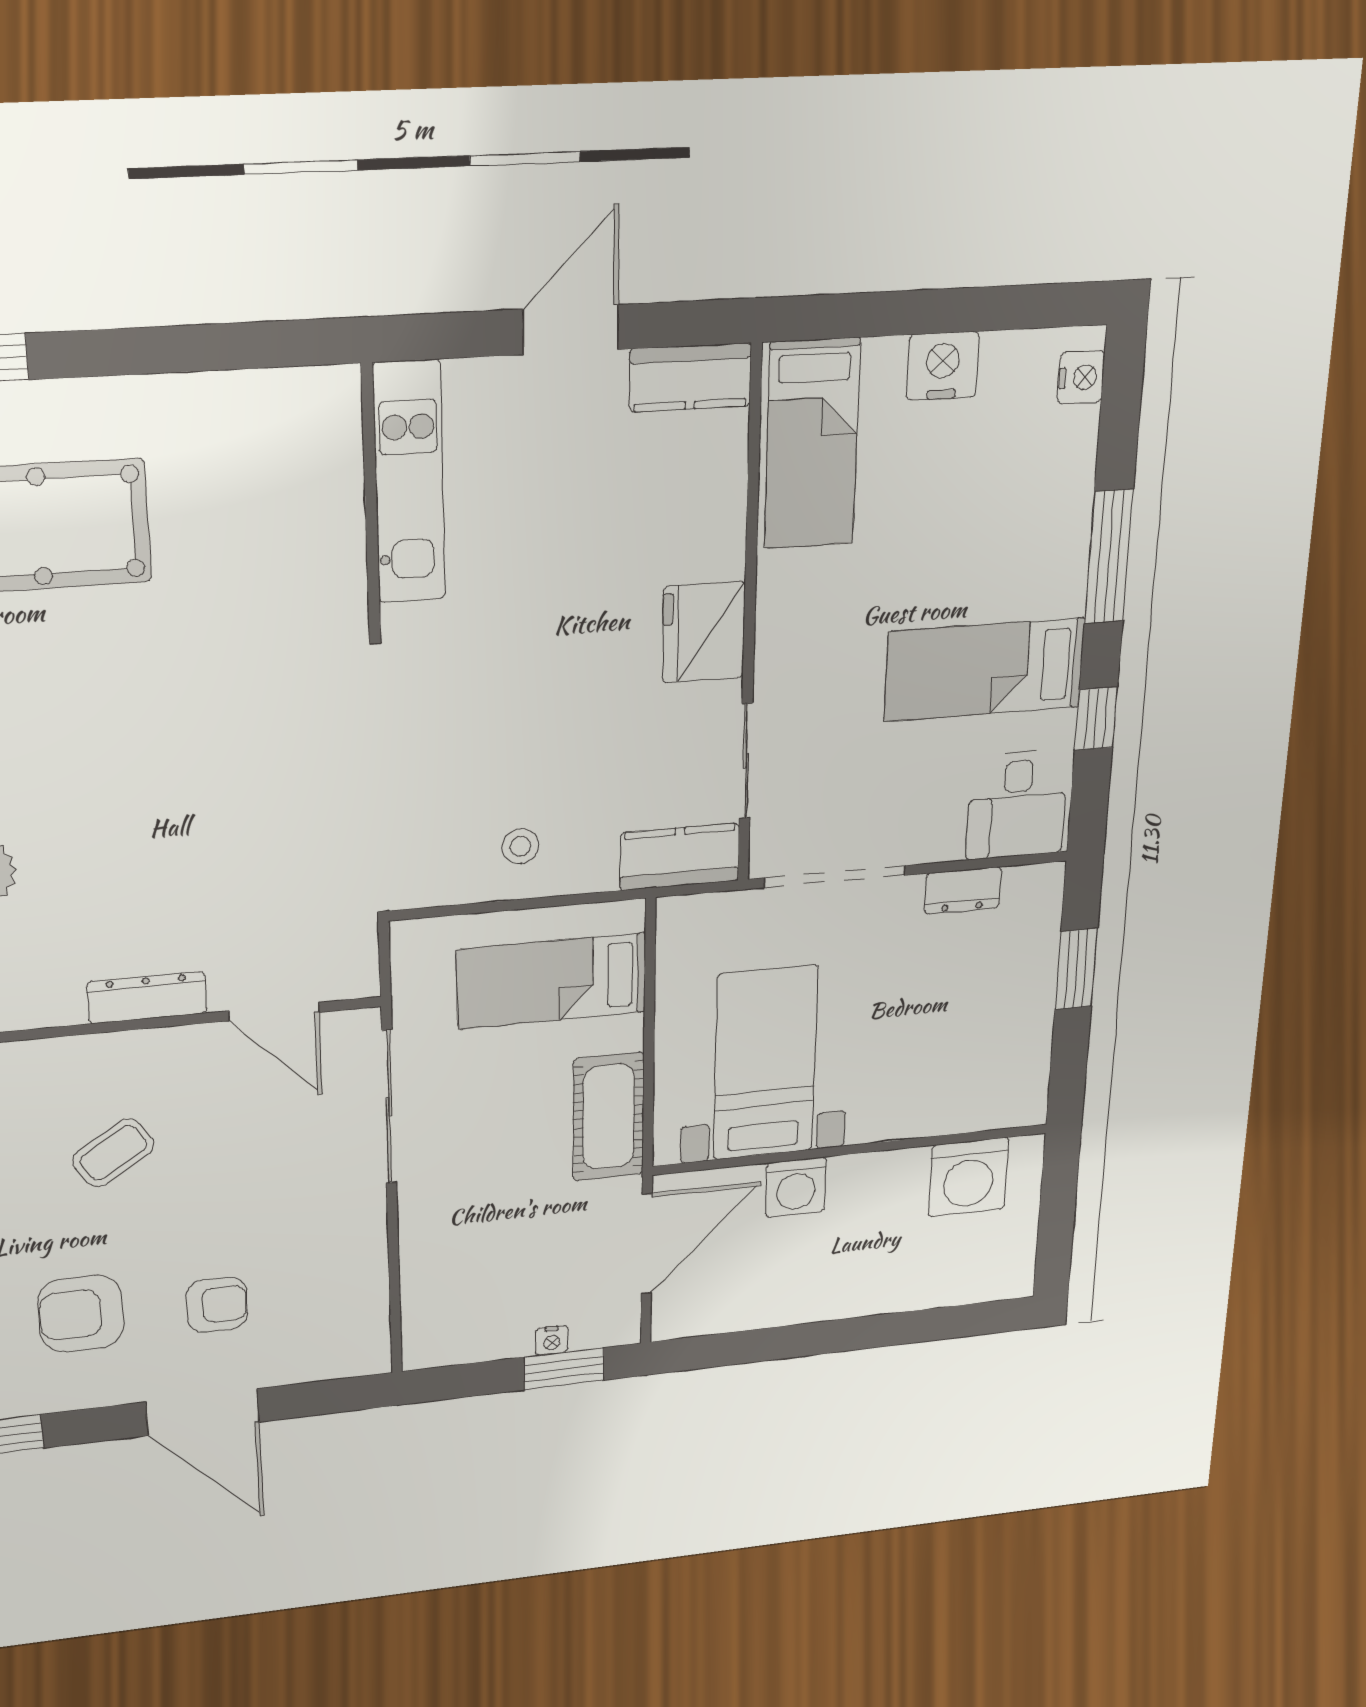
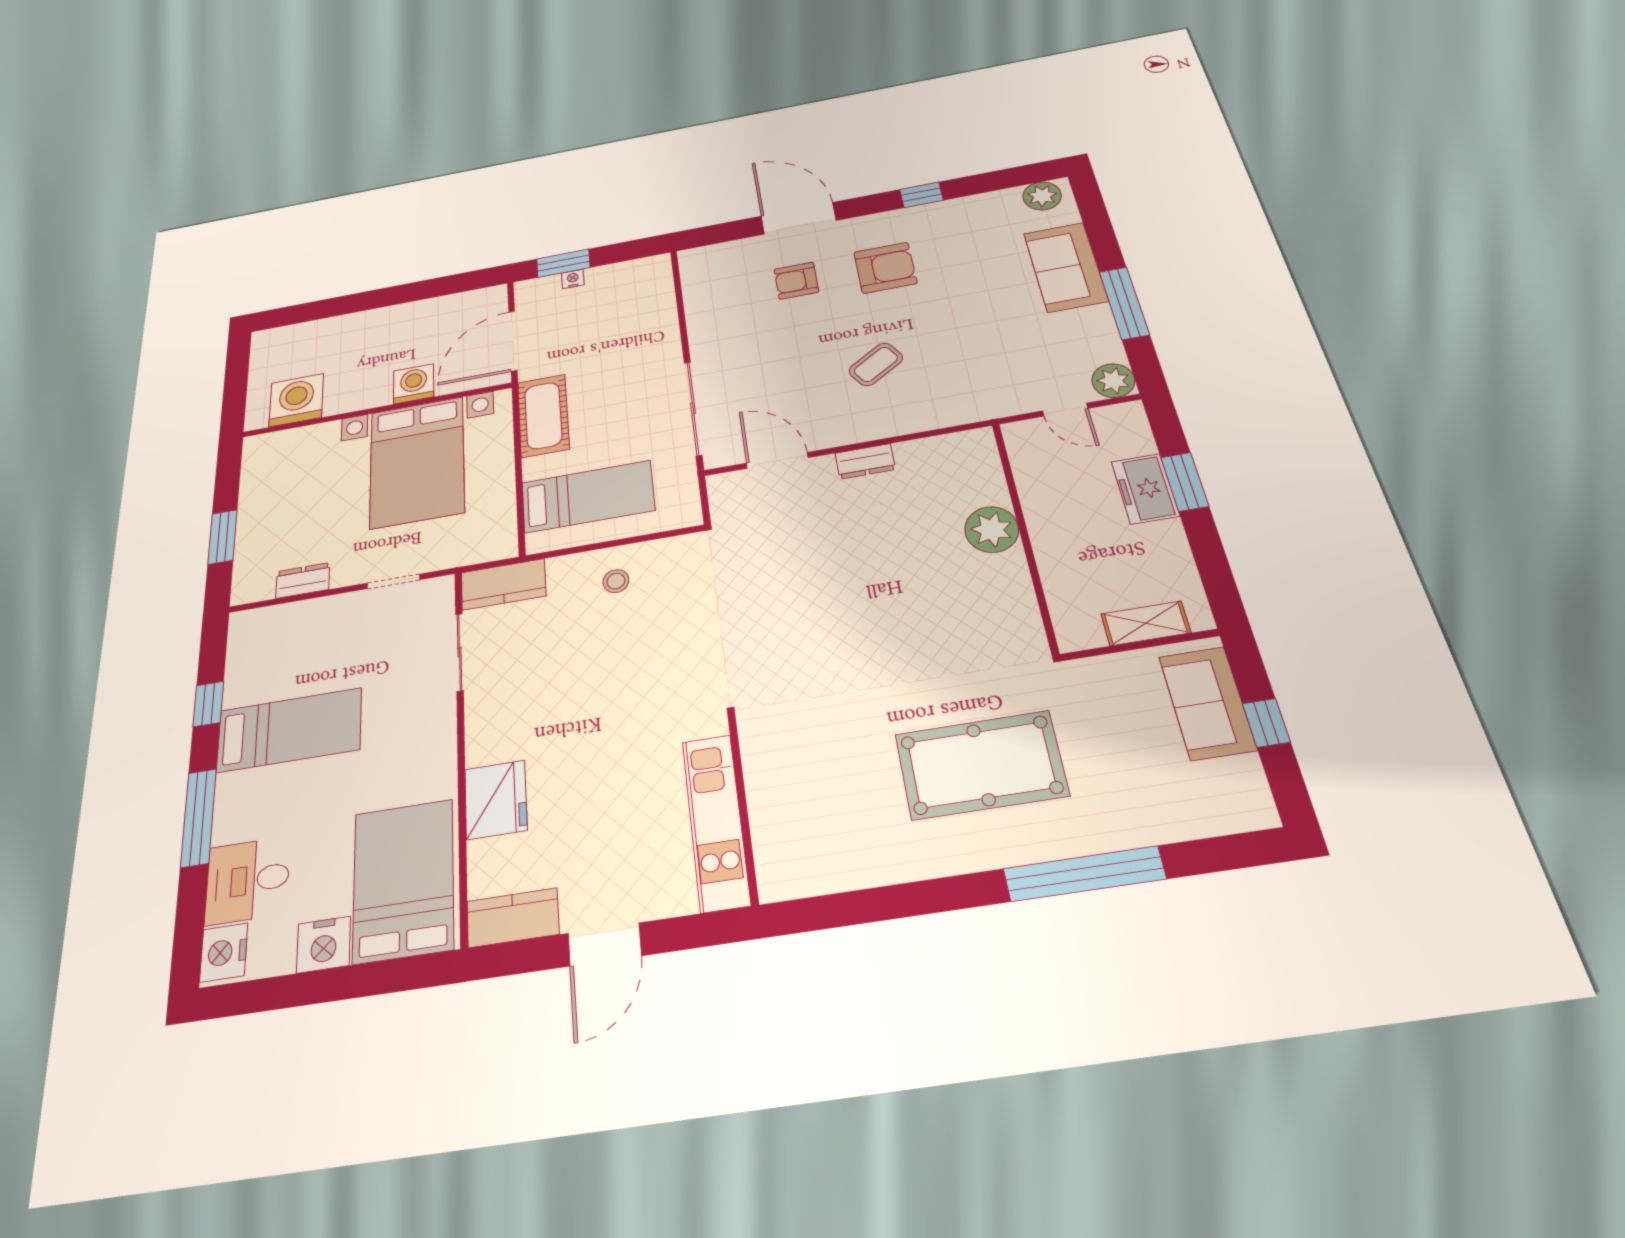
nightstand: (1081, 377) -> (224, 953), width x1.36, depth x1.33
bed: (812, 444) -> (403, 880), width x1.50
fridge: (704, 632) -> (496, 800), moved
desk: (1017, 805) -> (248, 880), moved, turned -90
doorway: (835, 877) -> (394, 581), width x0.53
dresser: (147, 998) -> (865, 461), width x0.70
bed with nightstands: (765, 1063) -> (417, 462), width x1.36

